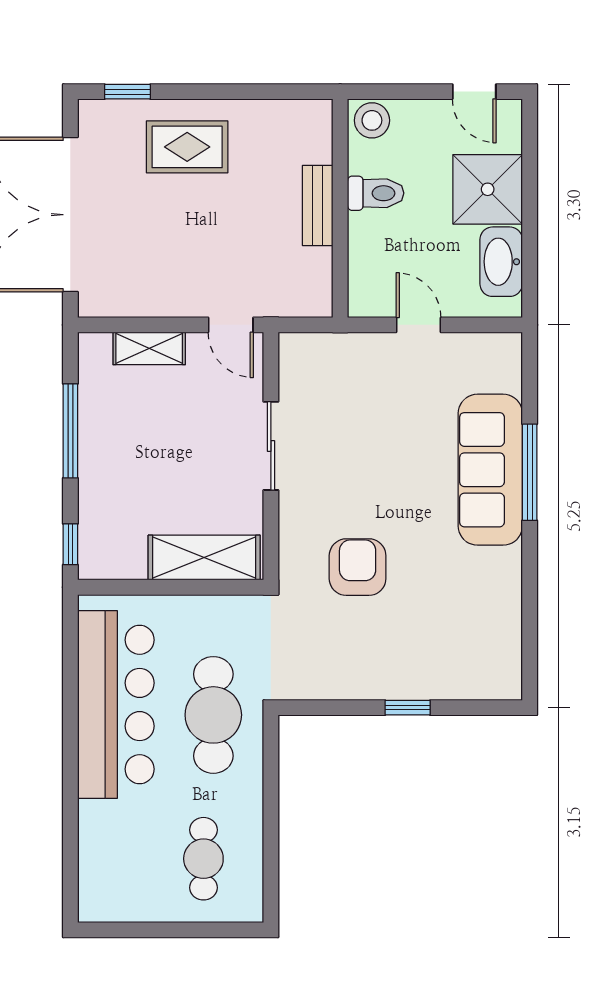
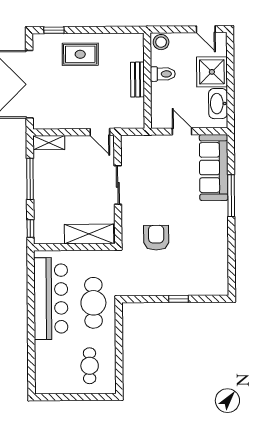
shelving: (149, 348) -> (49, 143), moved
sofa: (490, 470) -> (214, 167), moved

